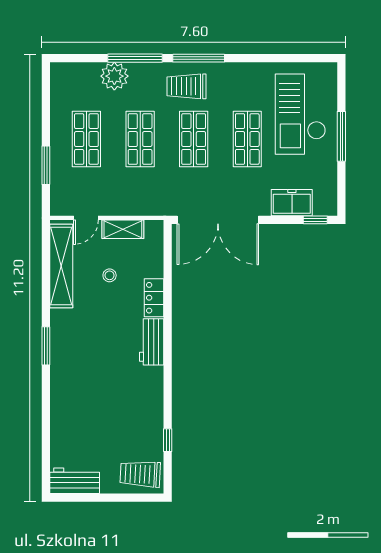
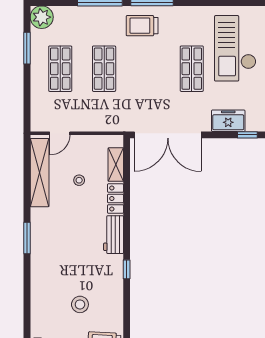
plant: (114, 76) -> (42, 17), moved
shop shelf: (194, 139) -> (148, 69), removed
window: (46, 165) -> (27, 48), moved
shelving: (123, 229) -> (116, 165), moved, turned 90
stool: (111, 427) -> (80, 304), added
window: (168, 440) -> (127, 269), moved

